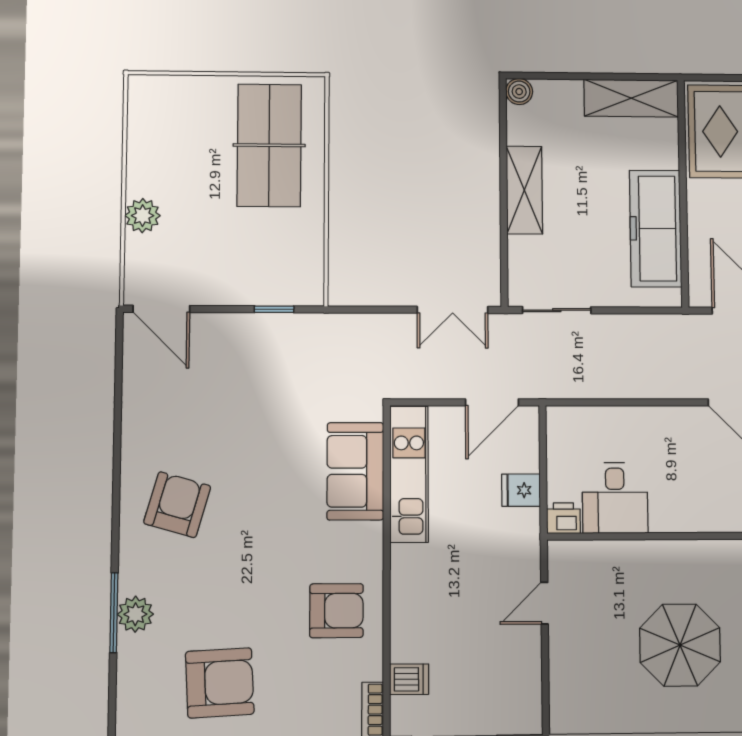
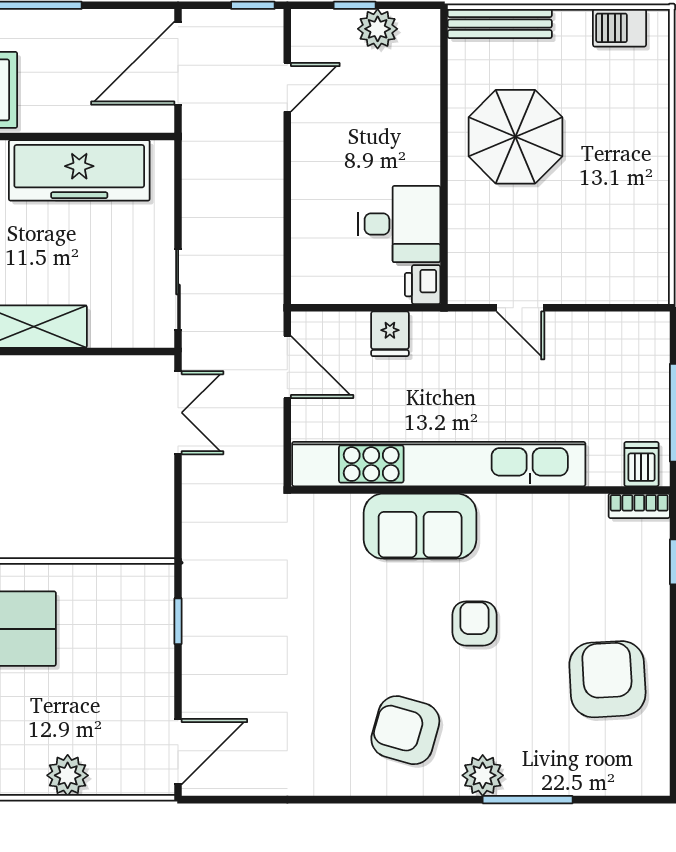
sofa: (355, 471) -> (420, 526), moved
kitchen unit: (409, 474) -> (439, 464), width x1.86
armchair: (336, 611) -> (474, 624), moved, width x0.72, depth x0.72
plant: (135, 614) -> (483, 775), moved
parasol: (680, 645) -> (515, 137), moved
dishwasher: (409, 679) -> (641, 464), moved

